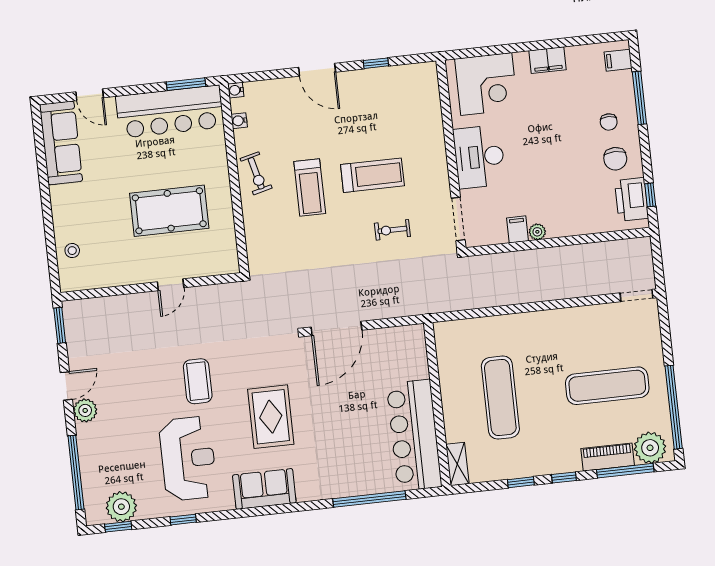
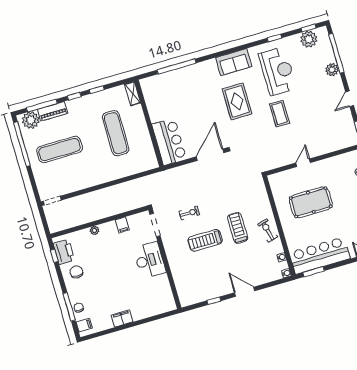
corner desk: (486, 84) -> (153, 300), removed
chair: (609, 122) -> (79, 308), moved
plant: (537, 232) -> (94, 230), moved
plant: (85, 410) -> (332, 70), moved
bar counter: (414, 435) -> (169, 142), moved, width x0.73
reception desk: (188, 458) -> (278, 71), turned 180

